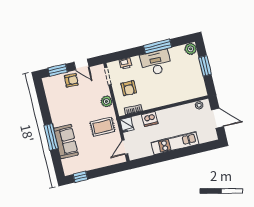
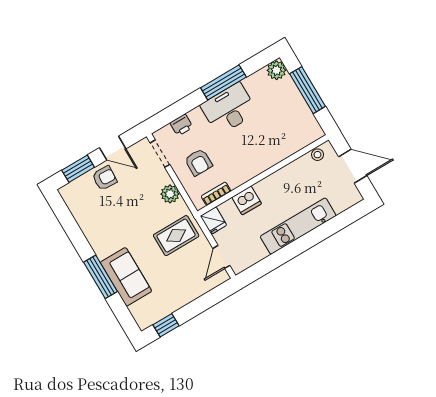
window: (205, 66) -> (308, 90), width x1.44

